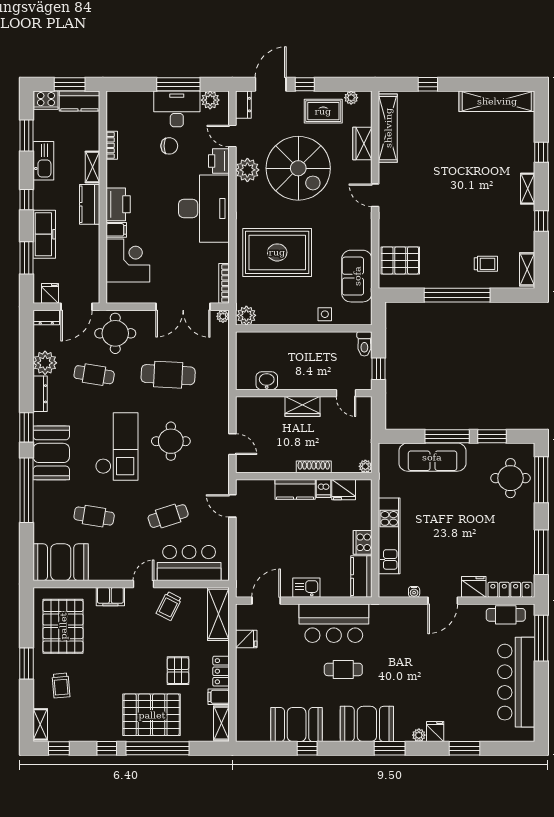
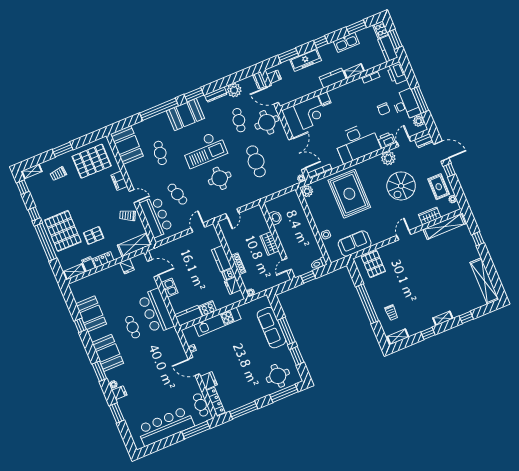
spiral stairs: (298, 168) -> (401, 186), width x0.73, depth x0.73
printer: (118, 204) -> (397, 73), moved, turned 90
double door: (183, 307) -> (297, 154), swing flipped

